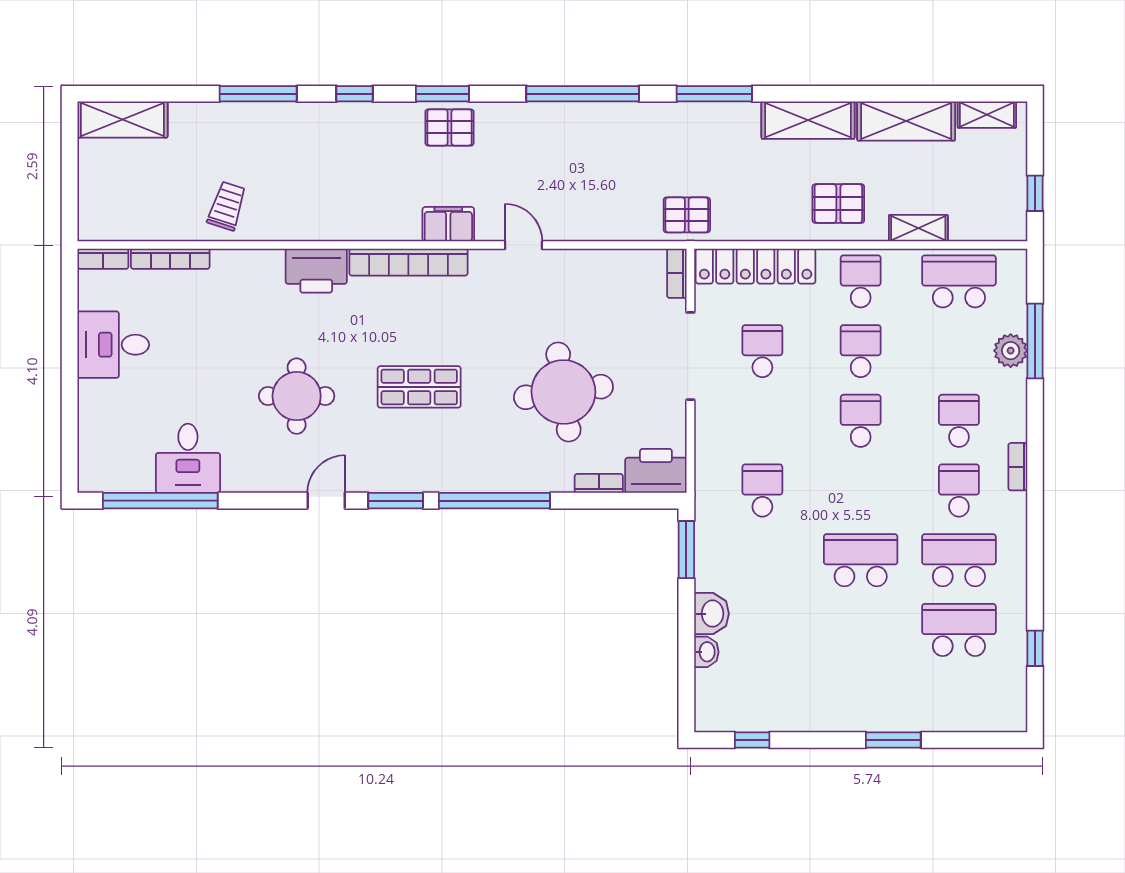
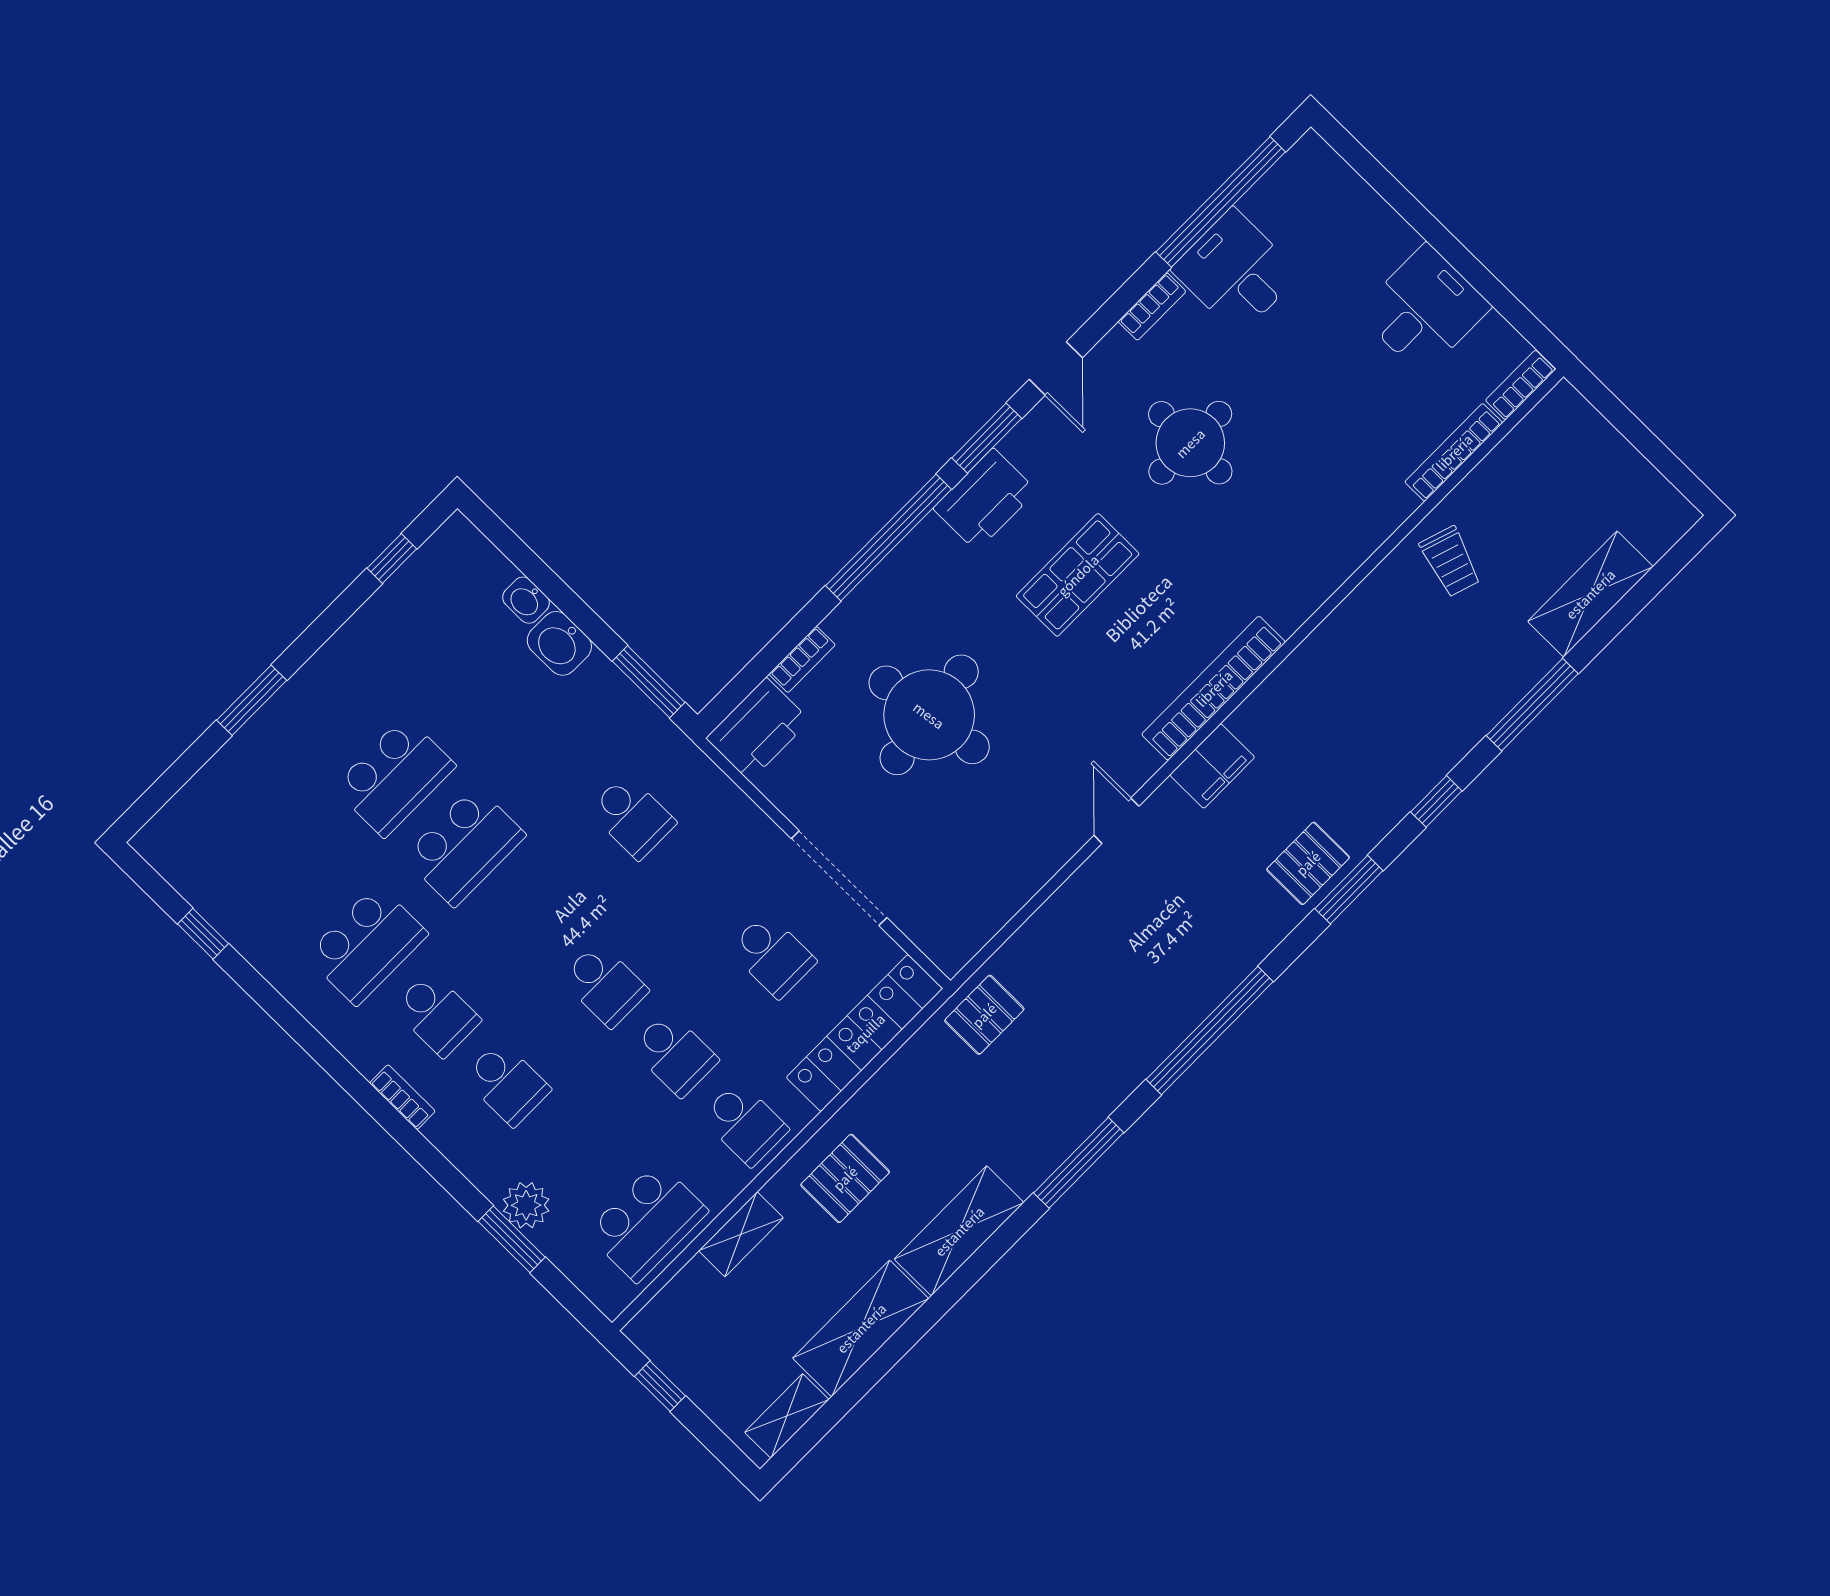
shelving: (122, 120) -> (1590, 594), moved
door: (523, 245) -> (1116, 821), swing flipped
printer: (316, 271) -> (985, 500), moved, turned 180
bookcase: (677, 273) -> (1152, 306), moved, turned 90
window: (1035, 341) -> (512, 1239), width x0.69
school desk: (959, 630) -> (395, 777), moved

